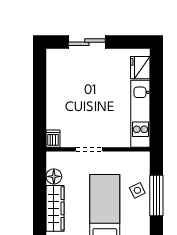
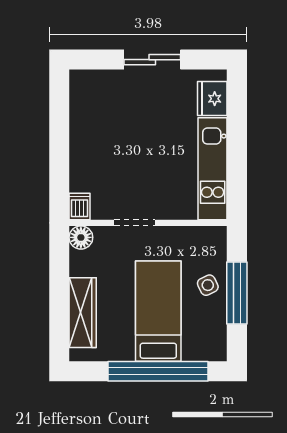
sliding door: (87, 42) -> (152, 60), moved
floor lamp: (54, 176) -> (81, 237), moved

